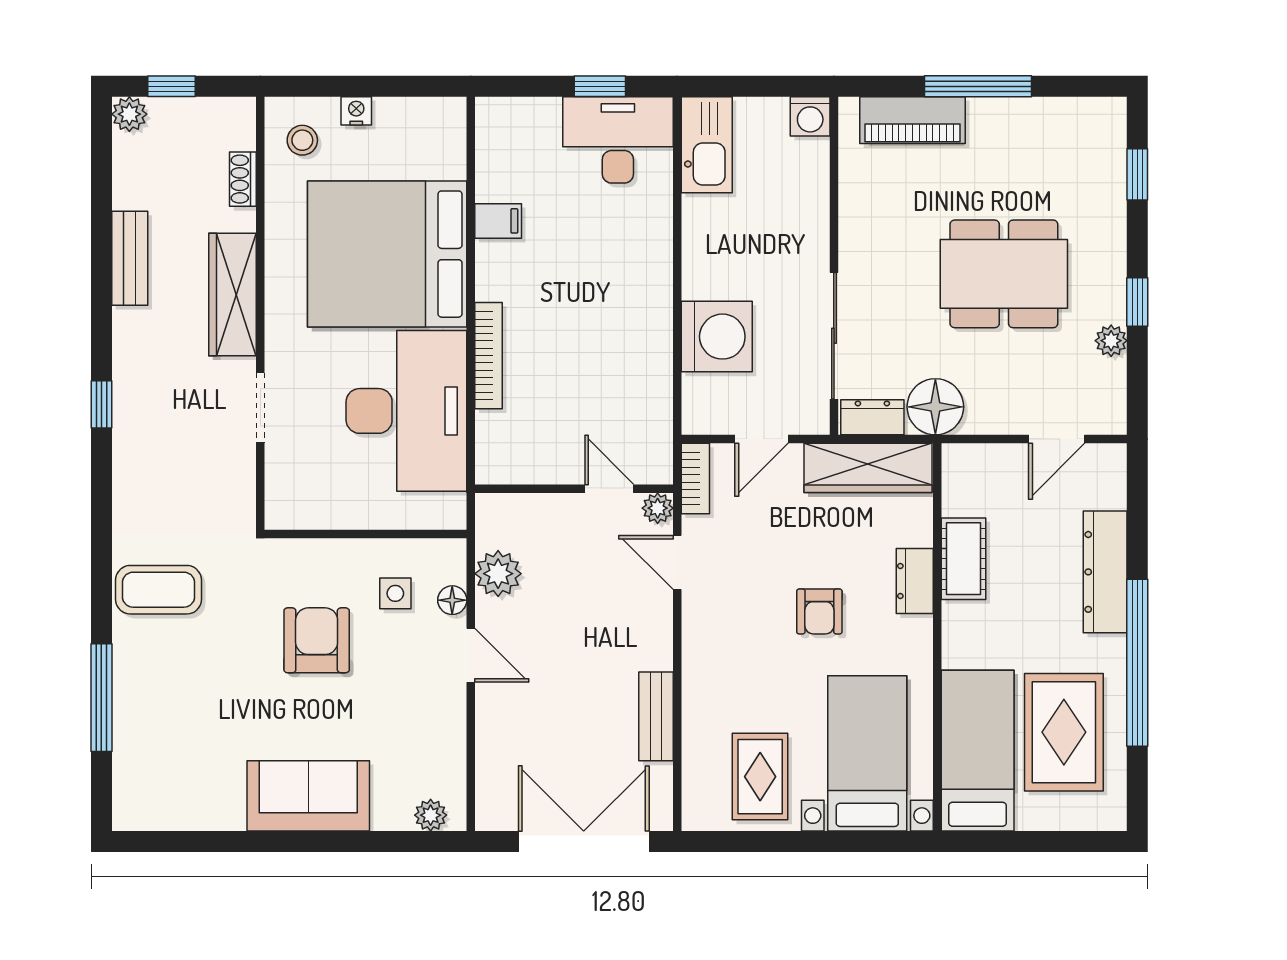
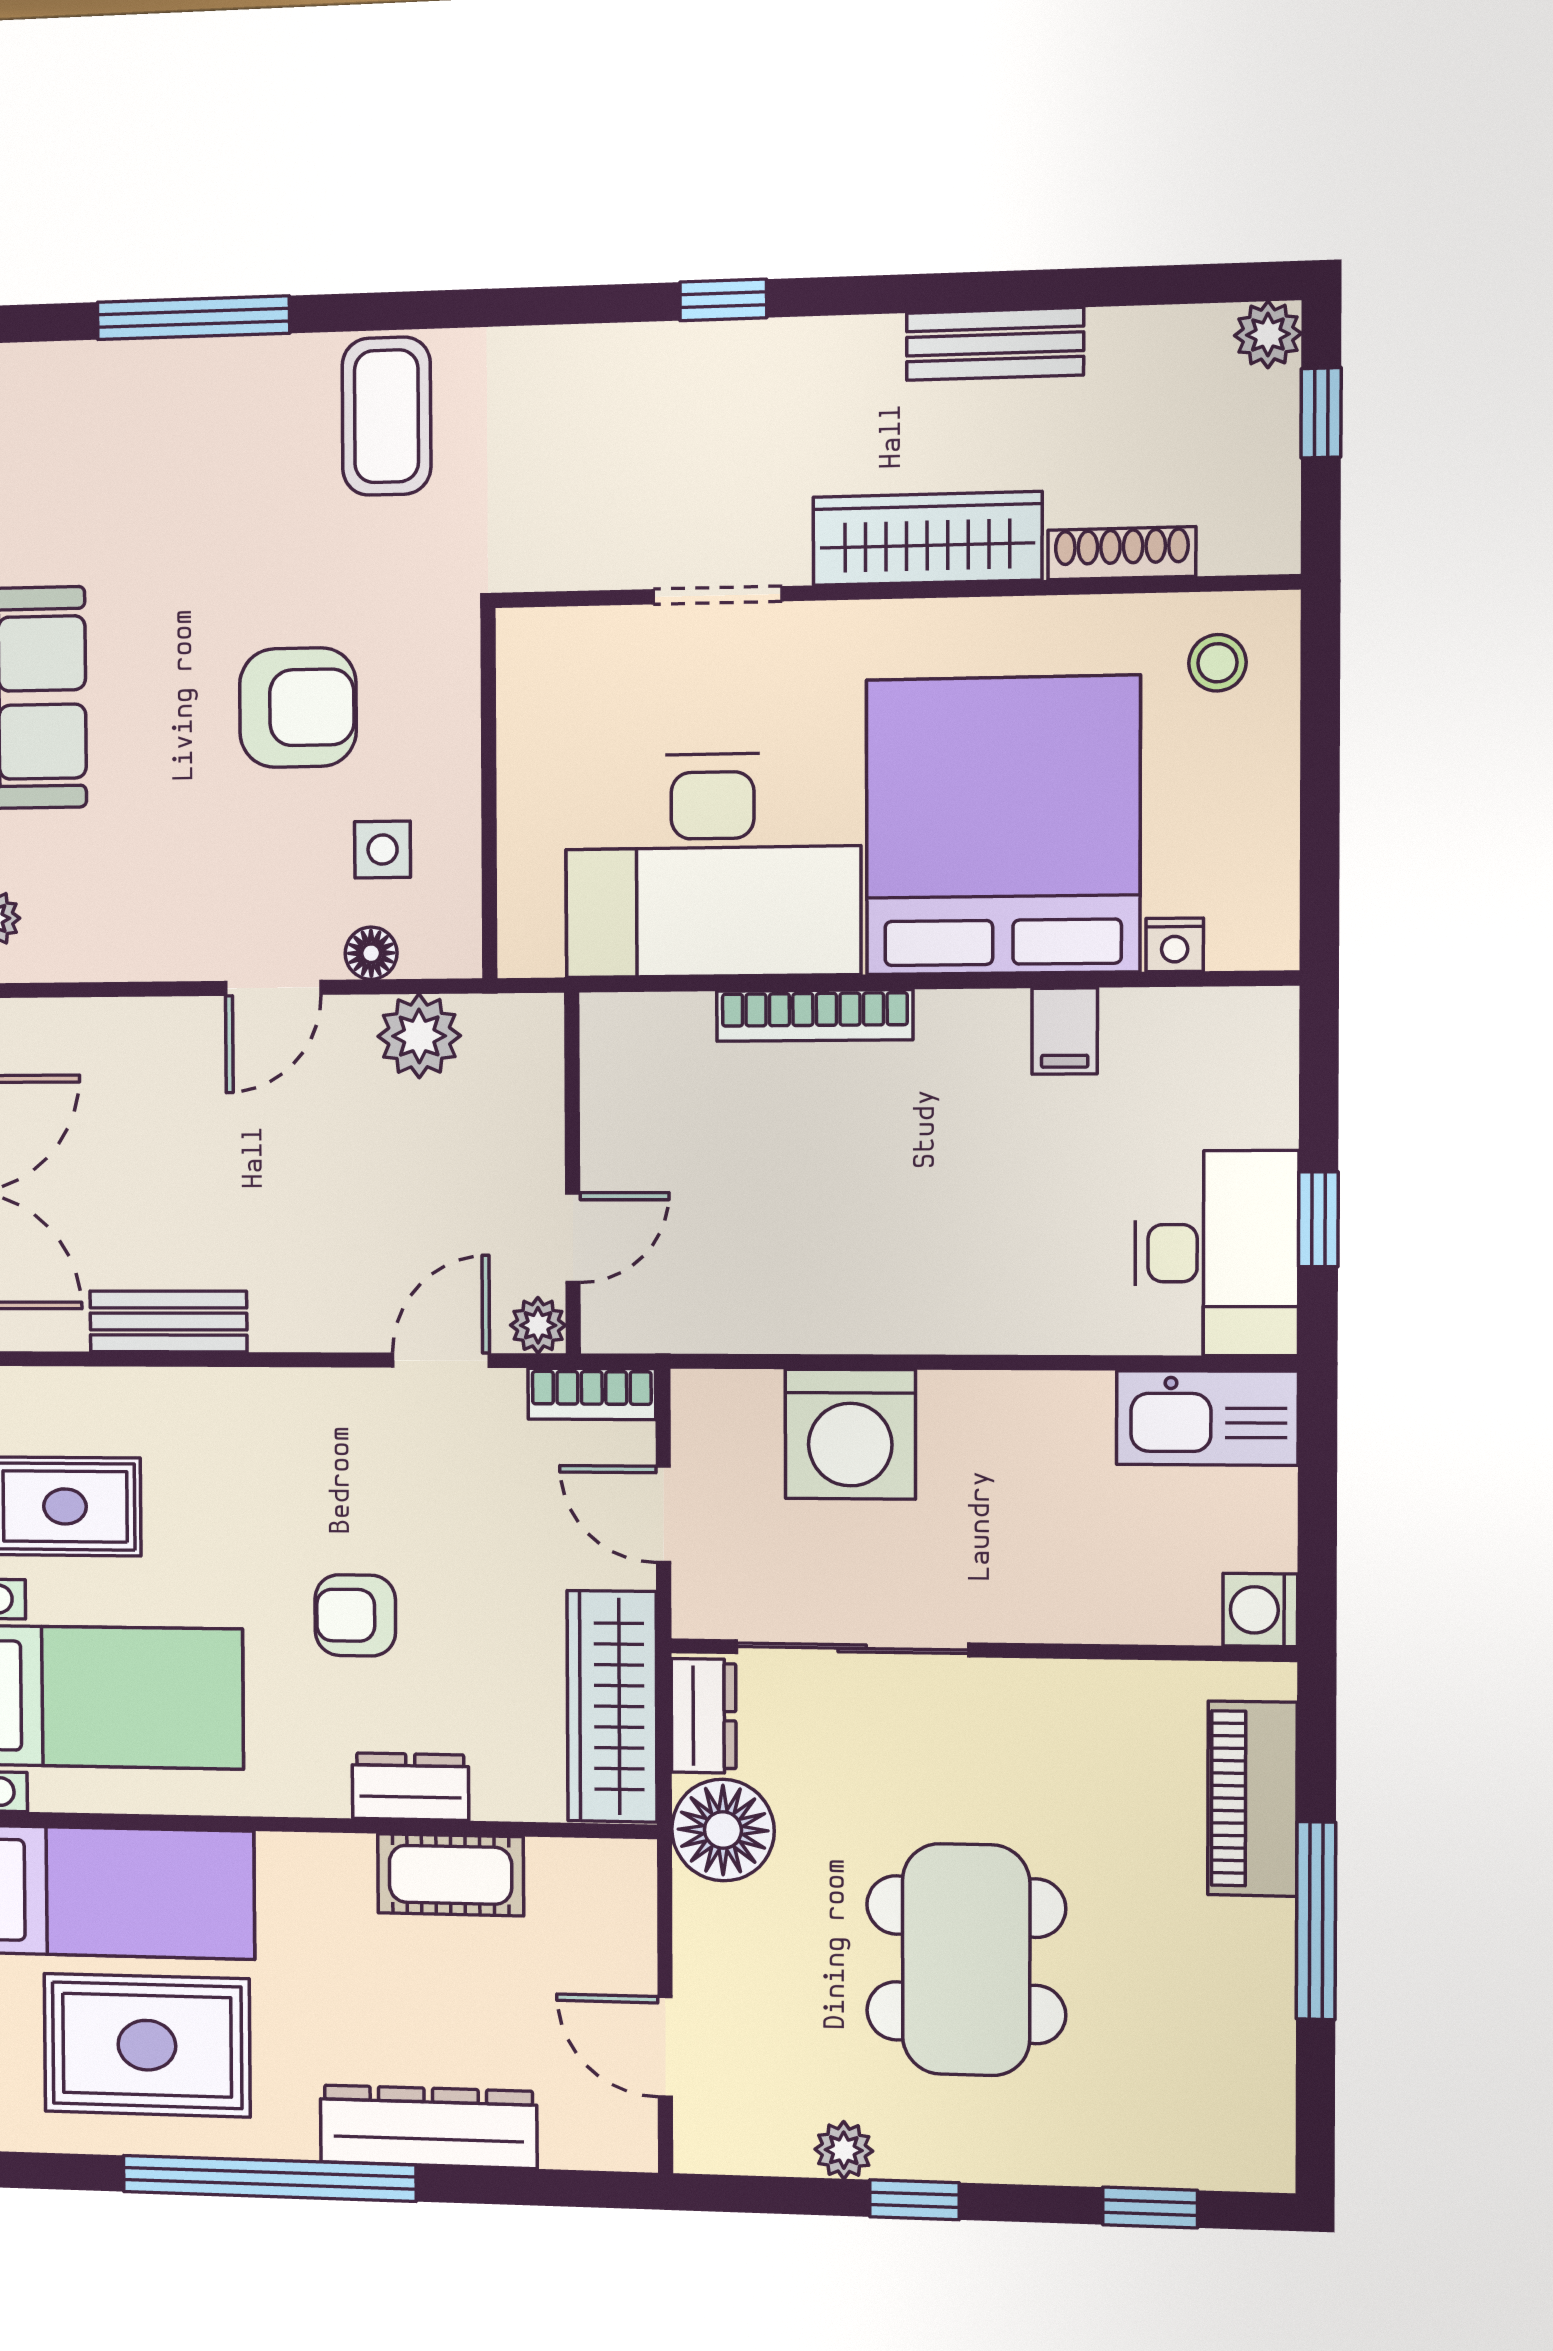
nightstand: (356, 111) -> (1175, 945), moved, turned 90
shoe rack: (243, 179) -> (1122, 553), width x1.43

